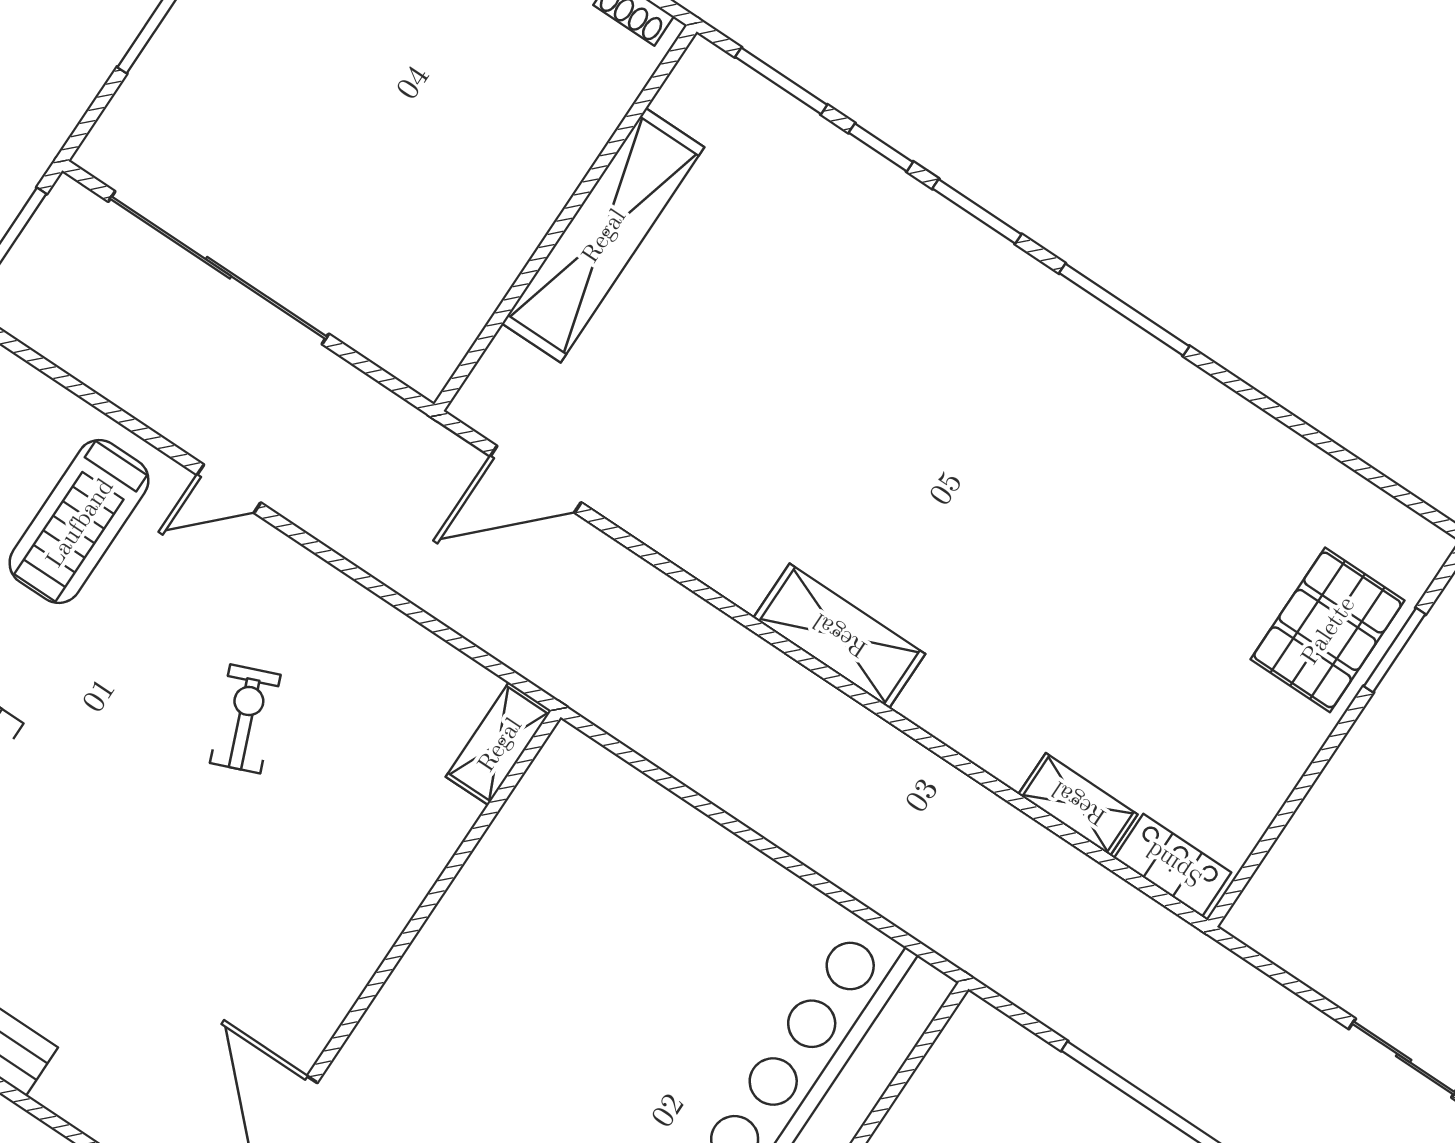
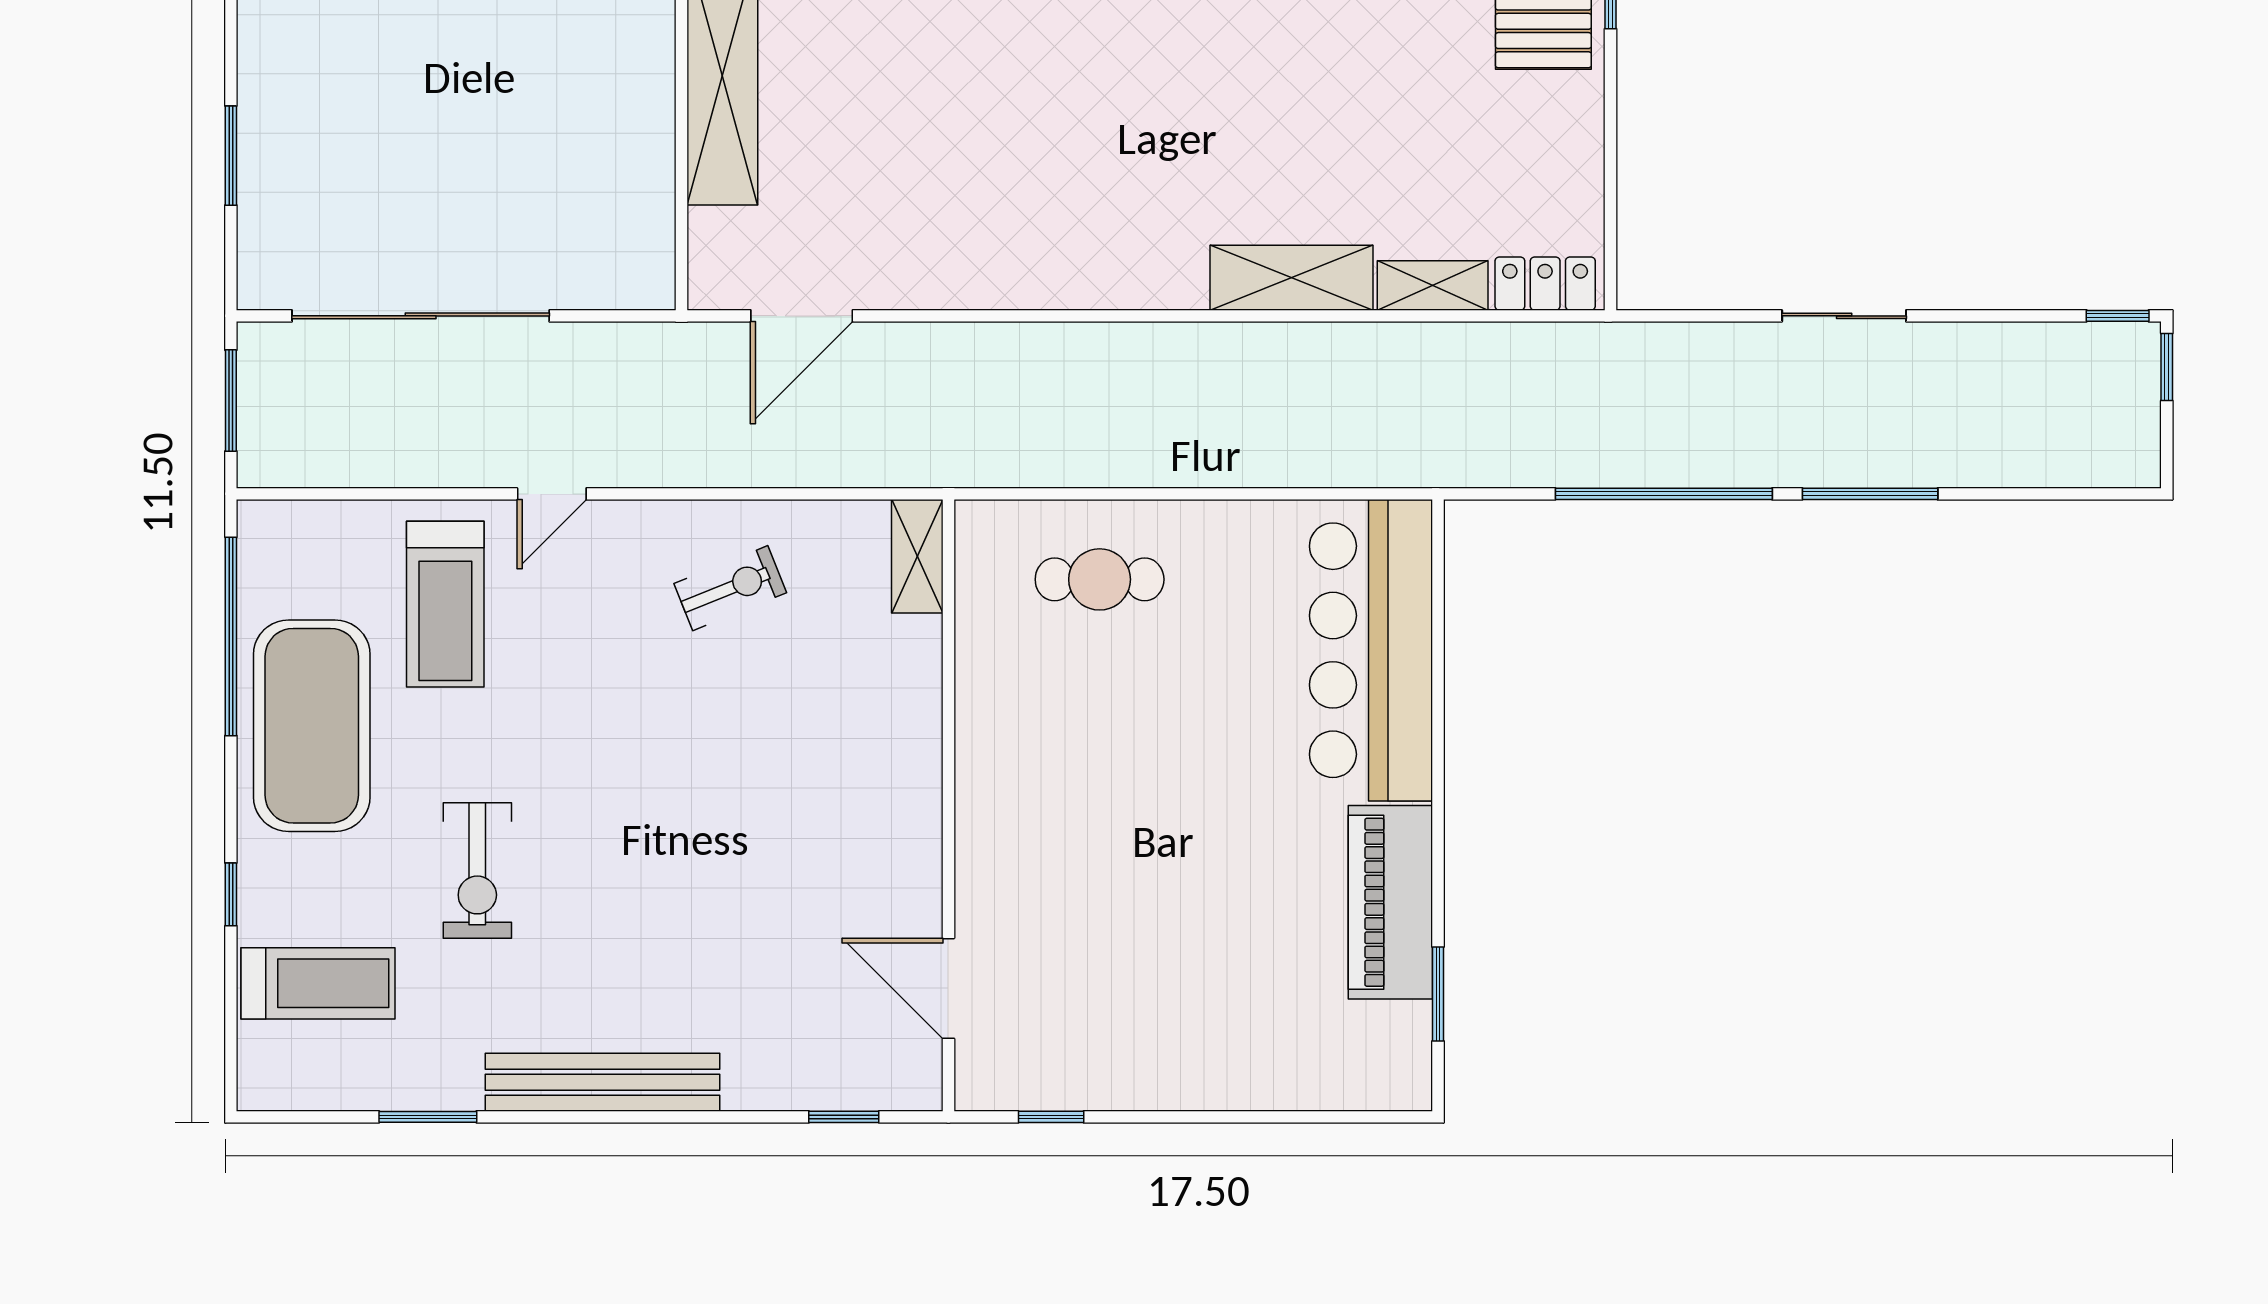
shelving: (839, 636) -> (1292, 278), moved
exercise bike: (245, 719) -> (730, 588), moved, turned 90
cafe table: (637, 864) -> (1100, 579), added

